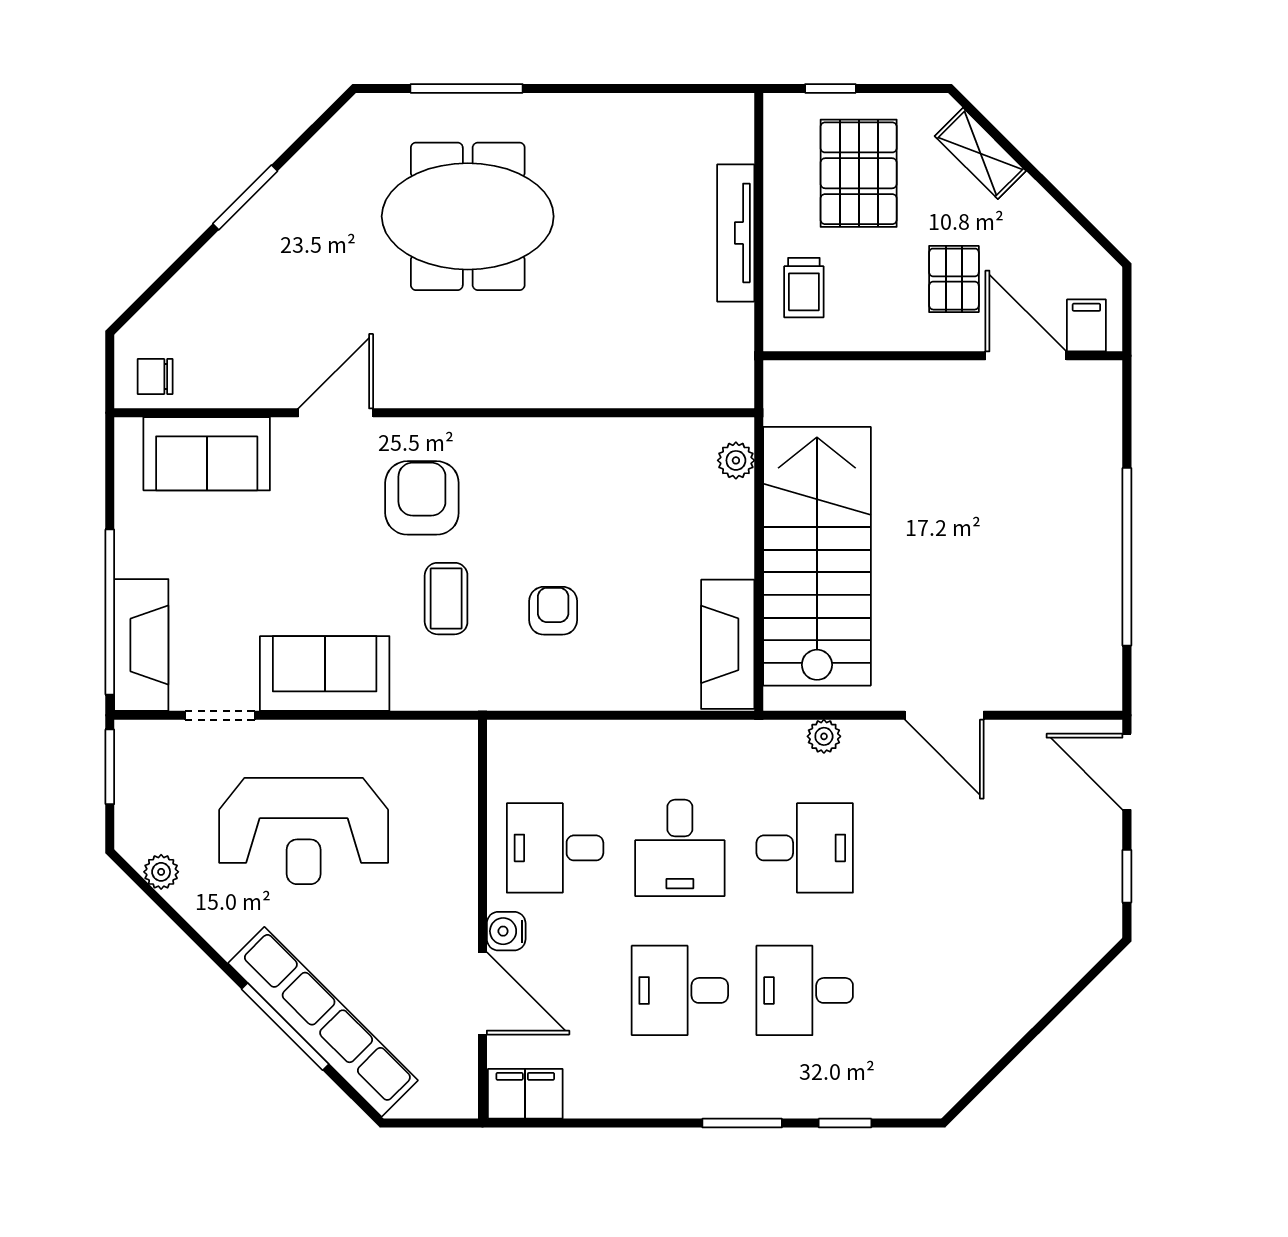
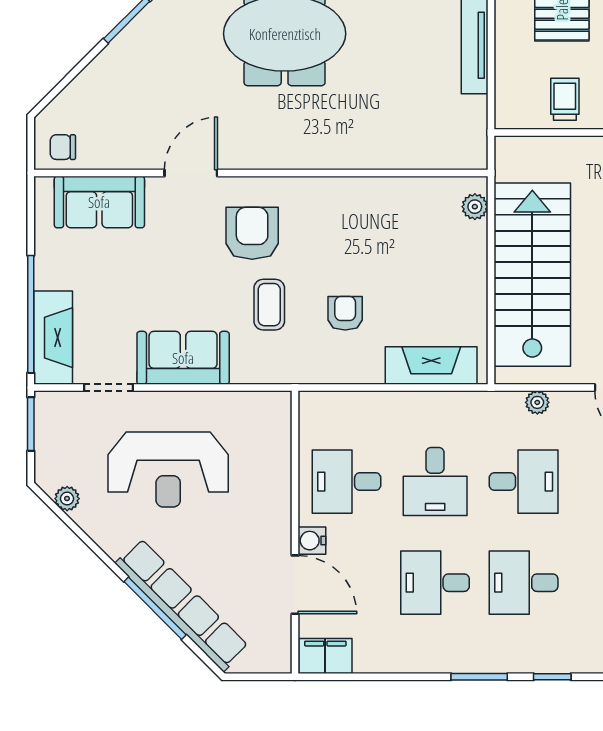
trolley: (804, 288) -> (565, 99), moved, turned 180
fireplace: (728, 644) -> (431, 366), moved, turned 90

